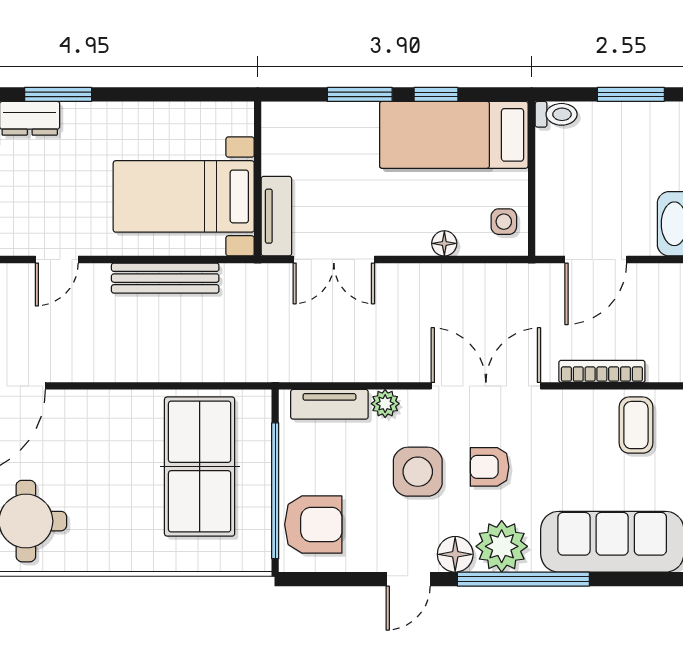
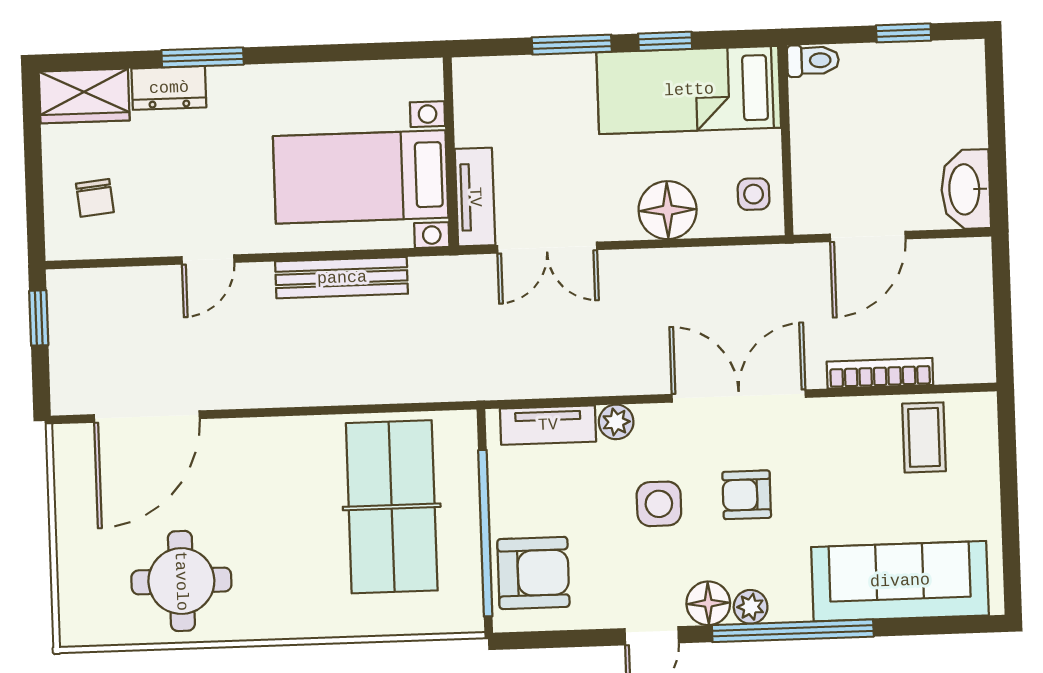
window: (631, 94) -> (904, 33), width x0.67
floor lamp: (444, 243) -> (668, 210), width x1.89, depth x1.89
side table: (418, 472) -> (659, 504), width x0.73, depth x0.73
plant: (502, 546) -> (751, 607), width x0.53, depth x0.53

